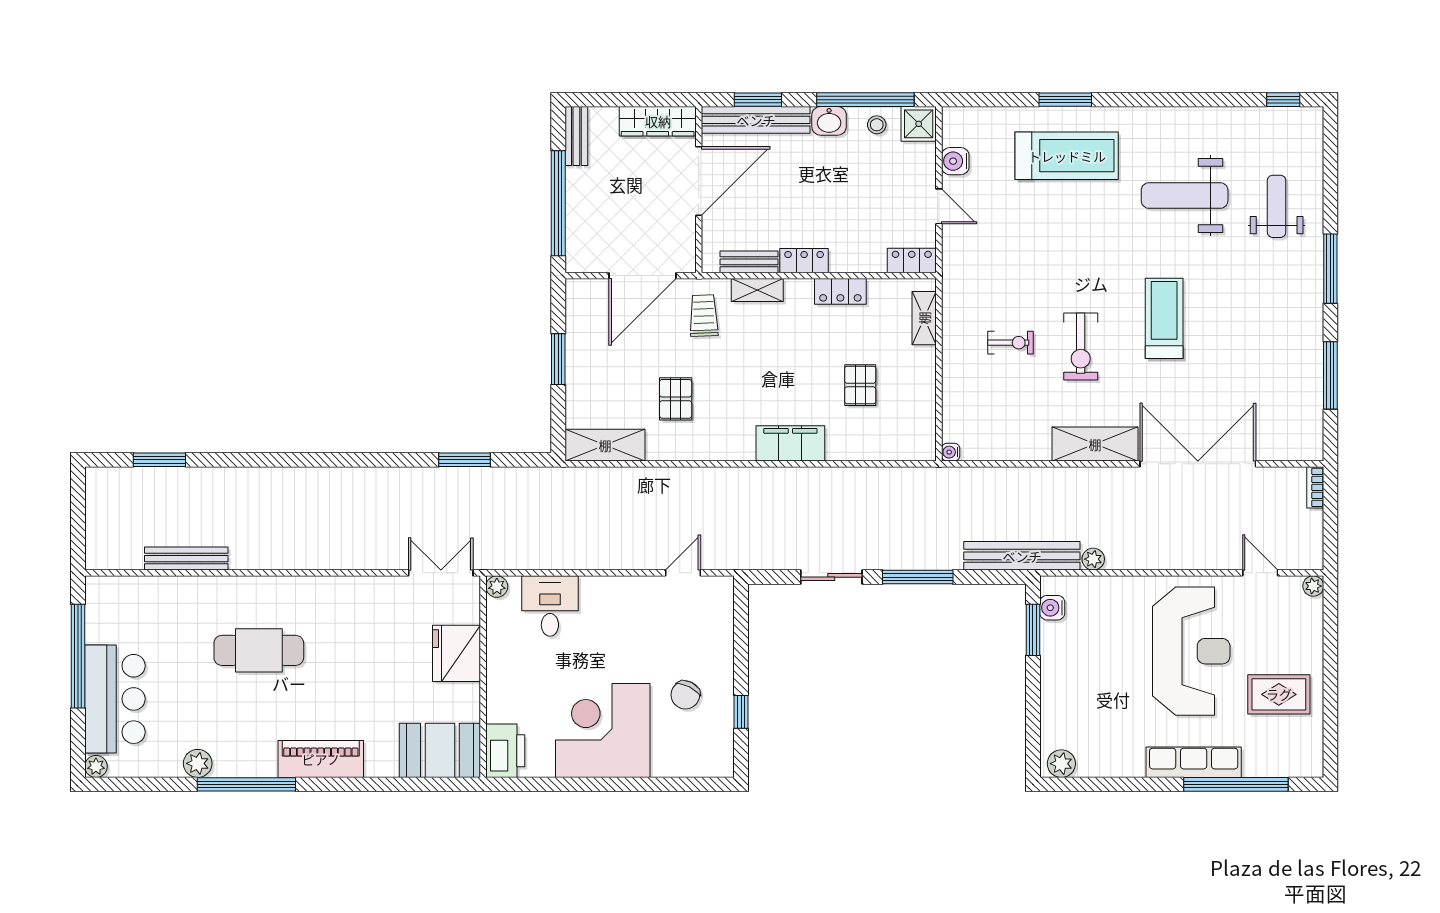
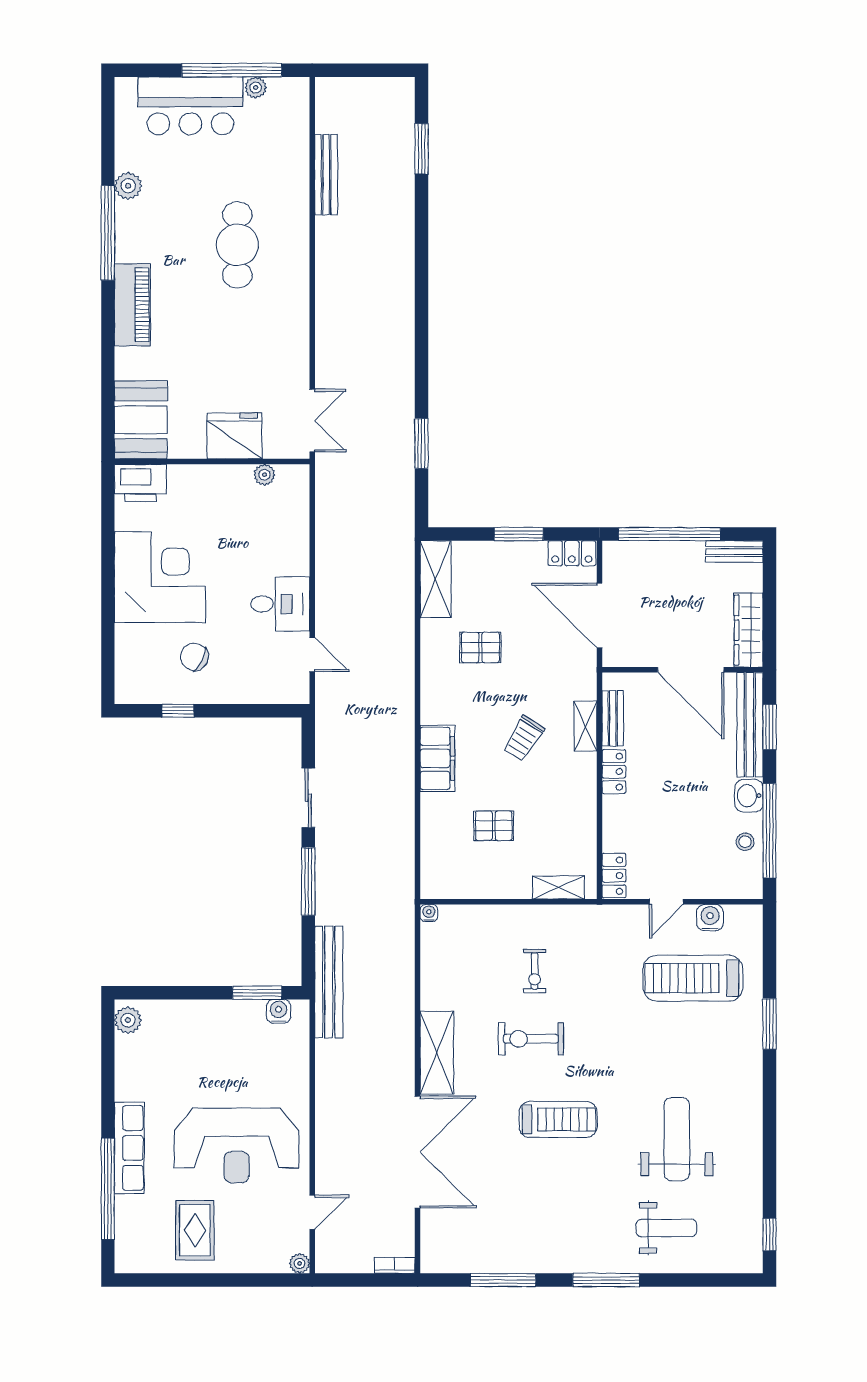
shower: (919, 124) -> (746, 882), removed
treadmill: (1067, 156) -> (693, 978), moved, turned 90
locker: (840, 291) -> (572, 553), moved, turned -90
trolley: (704, 315) -> (524, 738), moved, turned 124
plant: (1093, 559) -> (326, 1051), removed
plant: (497, 587) -> (264, 475), moved
desk: (550, 606) -> (280, 604), moved
plant: (96, 766) -> (256, 88), moved

